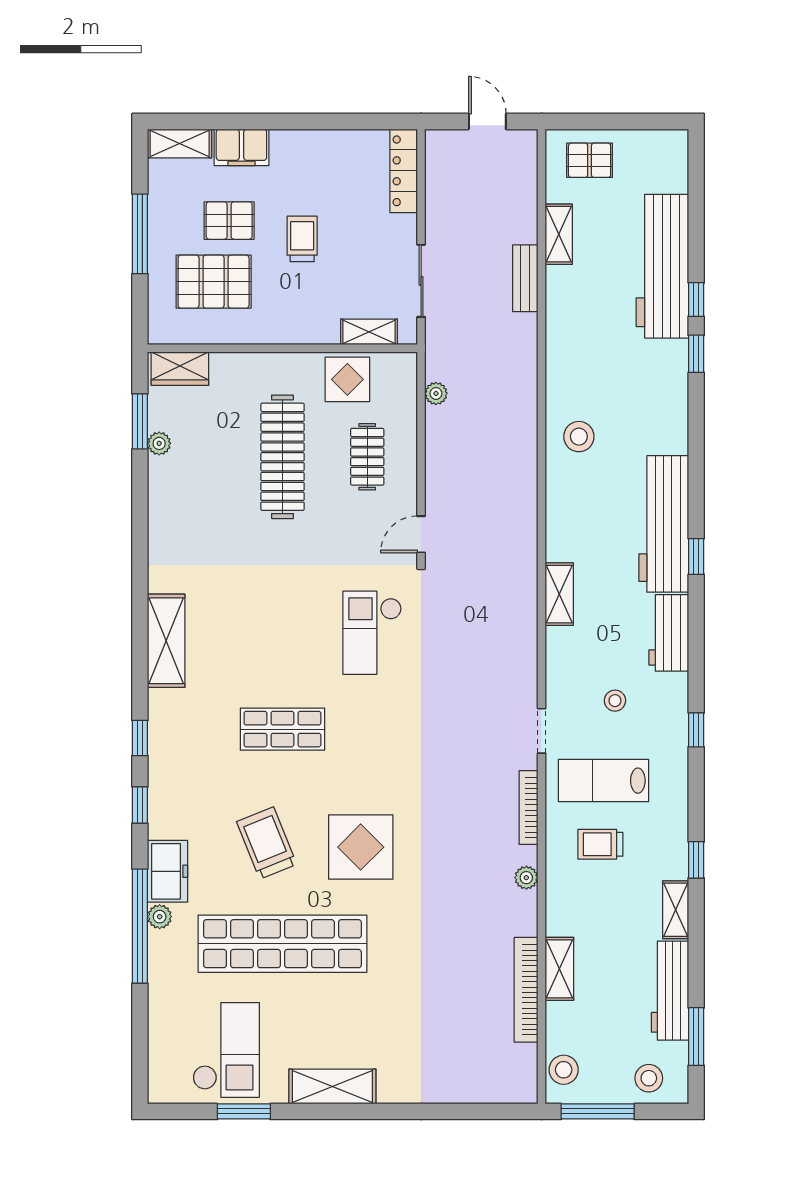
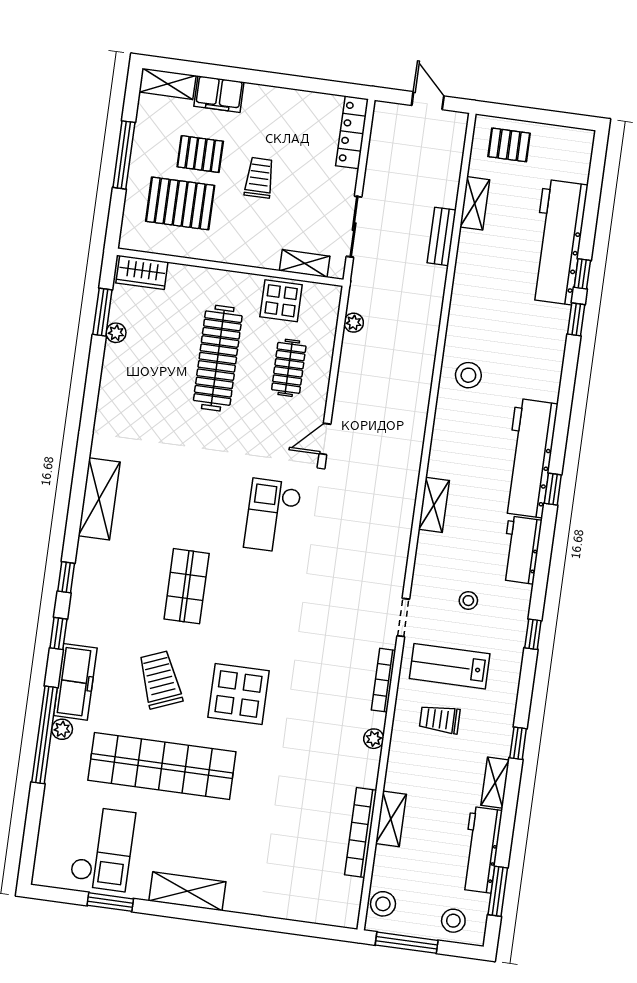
shop shelf: (282, 729) -> (187, 586), turned 90
freezer: (168, 871) -> (75, 682), width x1.40

